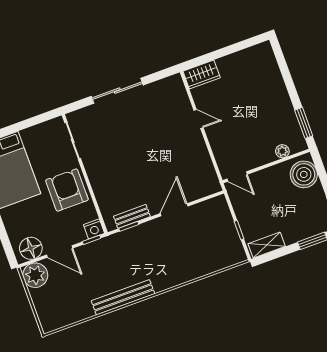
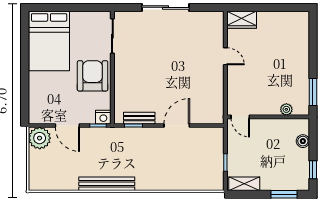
boiler: (304, 174) -> (303, 141), width x0.54, depth x0.54
floor lamp: (31, 248) -> (44, 114), removed

